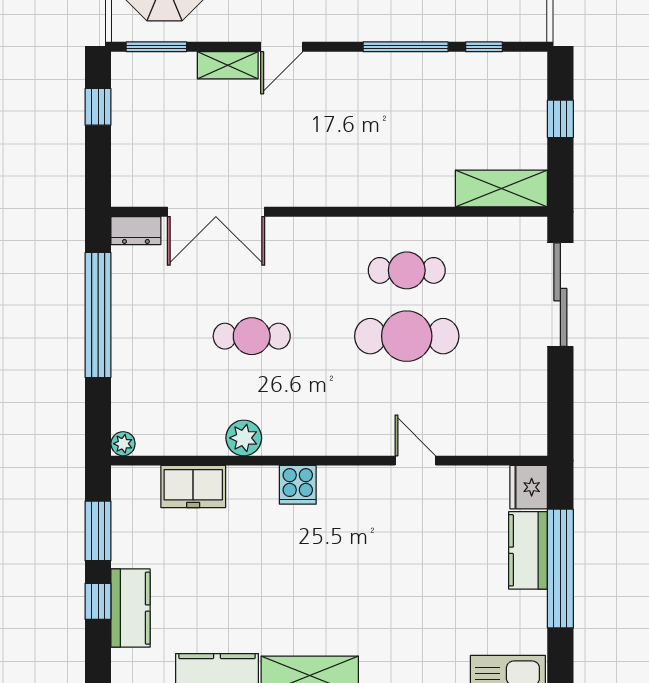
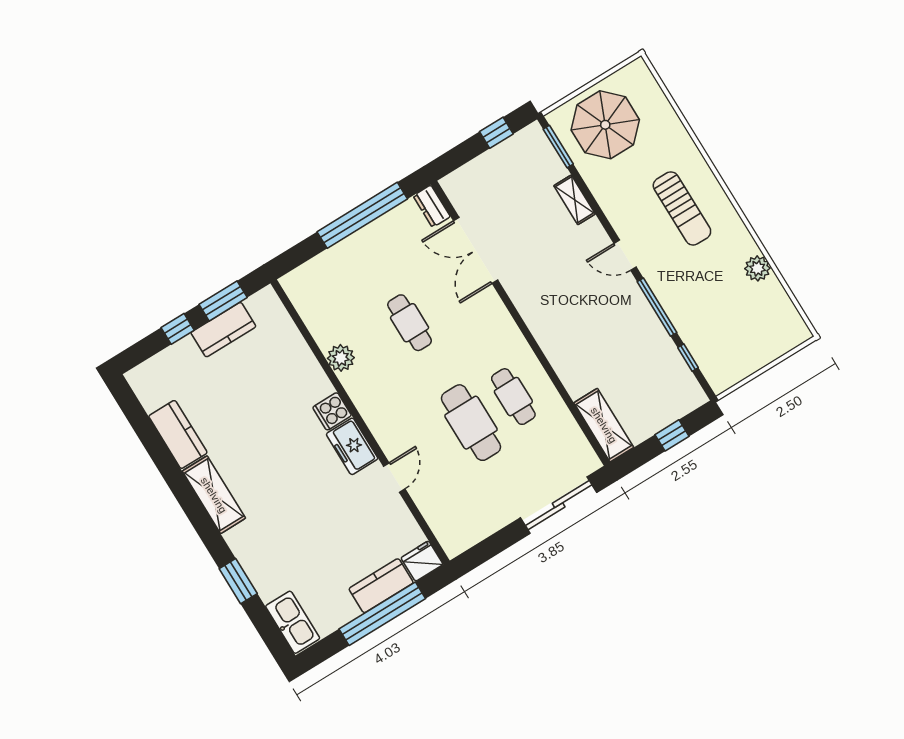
door: (282, 47) -> (625, 255), moved
plant: (123, 444) -> (289, 282), removed
freezer: (193, 486) -> (352, 446), moved
kitchen counter: (131, 608) -> (223, 330), moved

